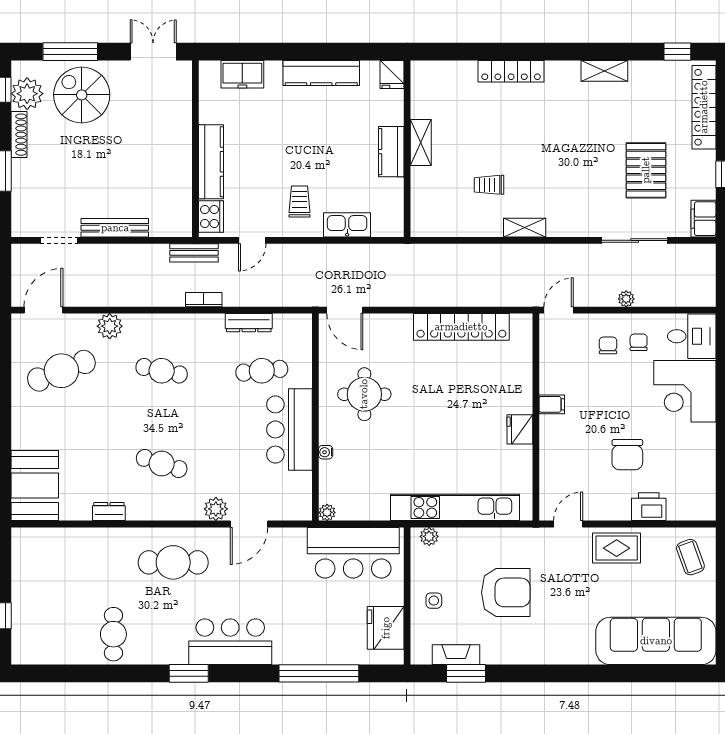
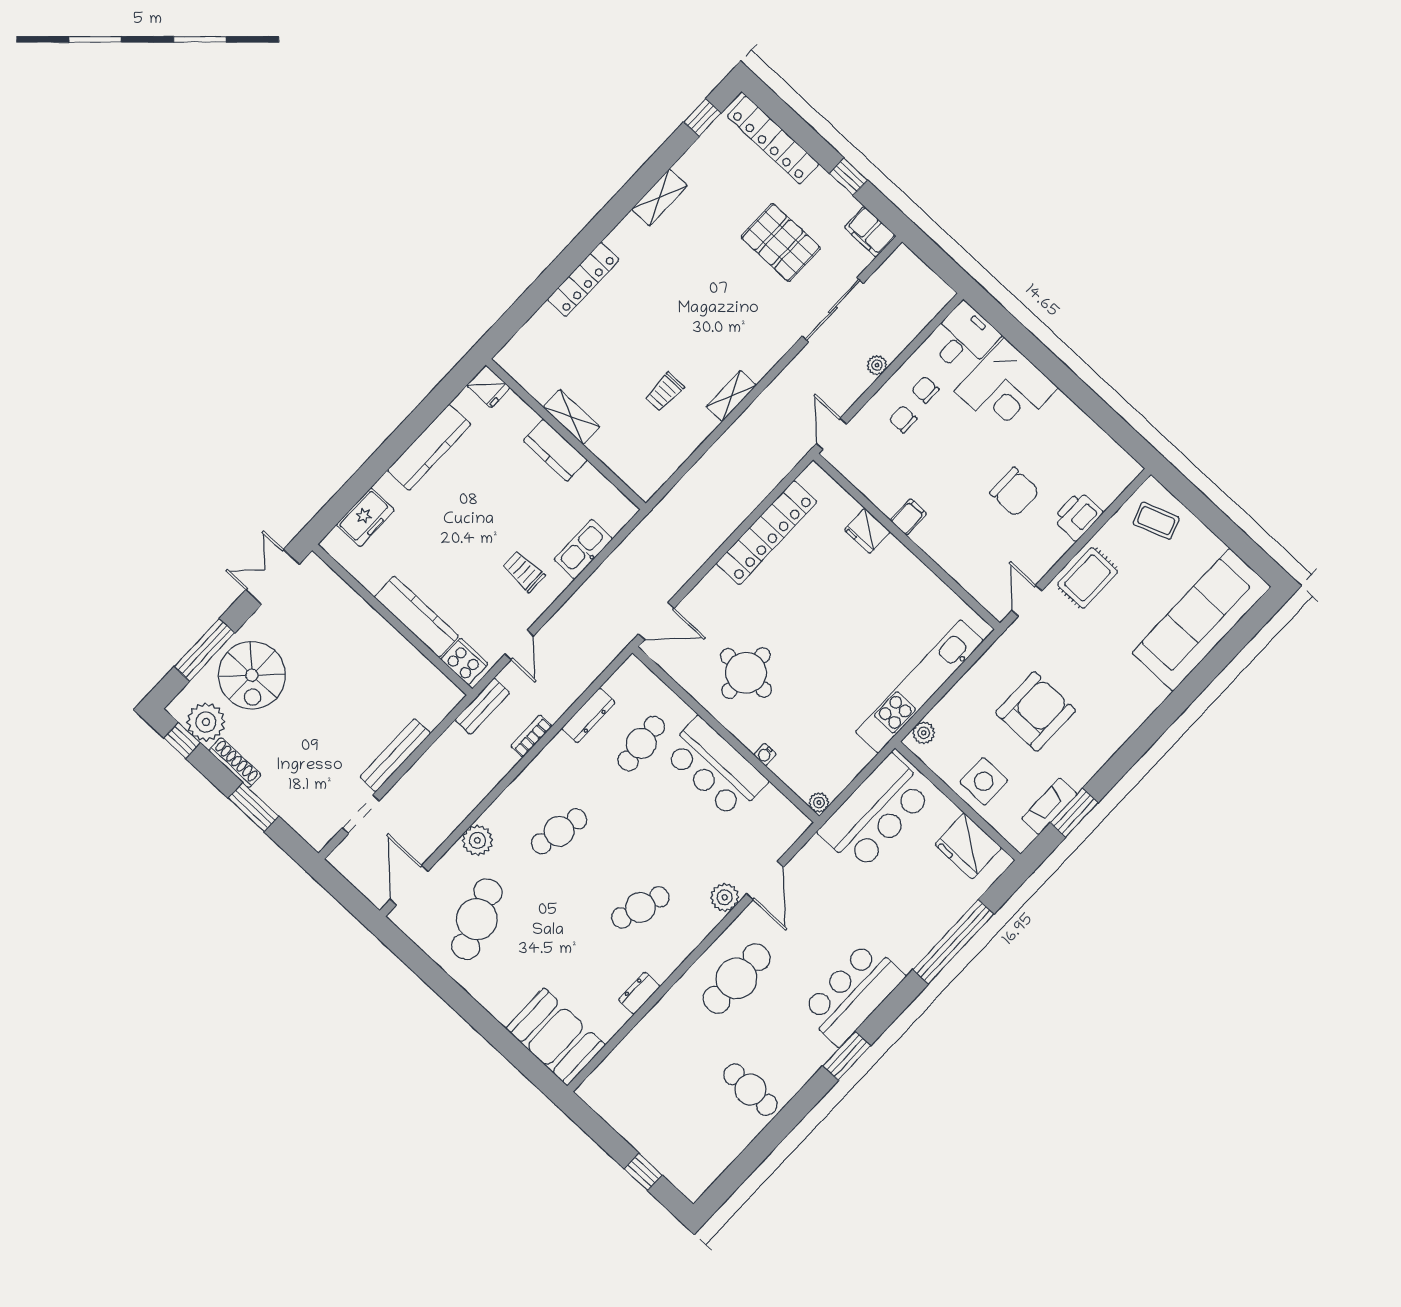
spiral stairs: (82, 95) -> (252, 675), turned -90
fridge: (520, 429) -> (867, 531), moved
side table: (434, 601) -> (984, 781), width x1.87, depth x1.87

